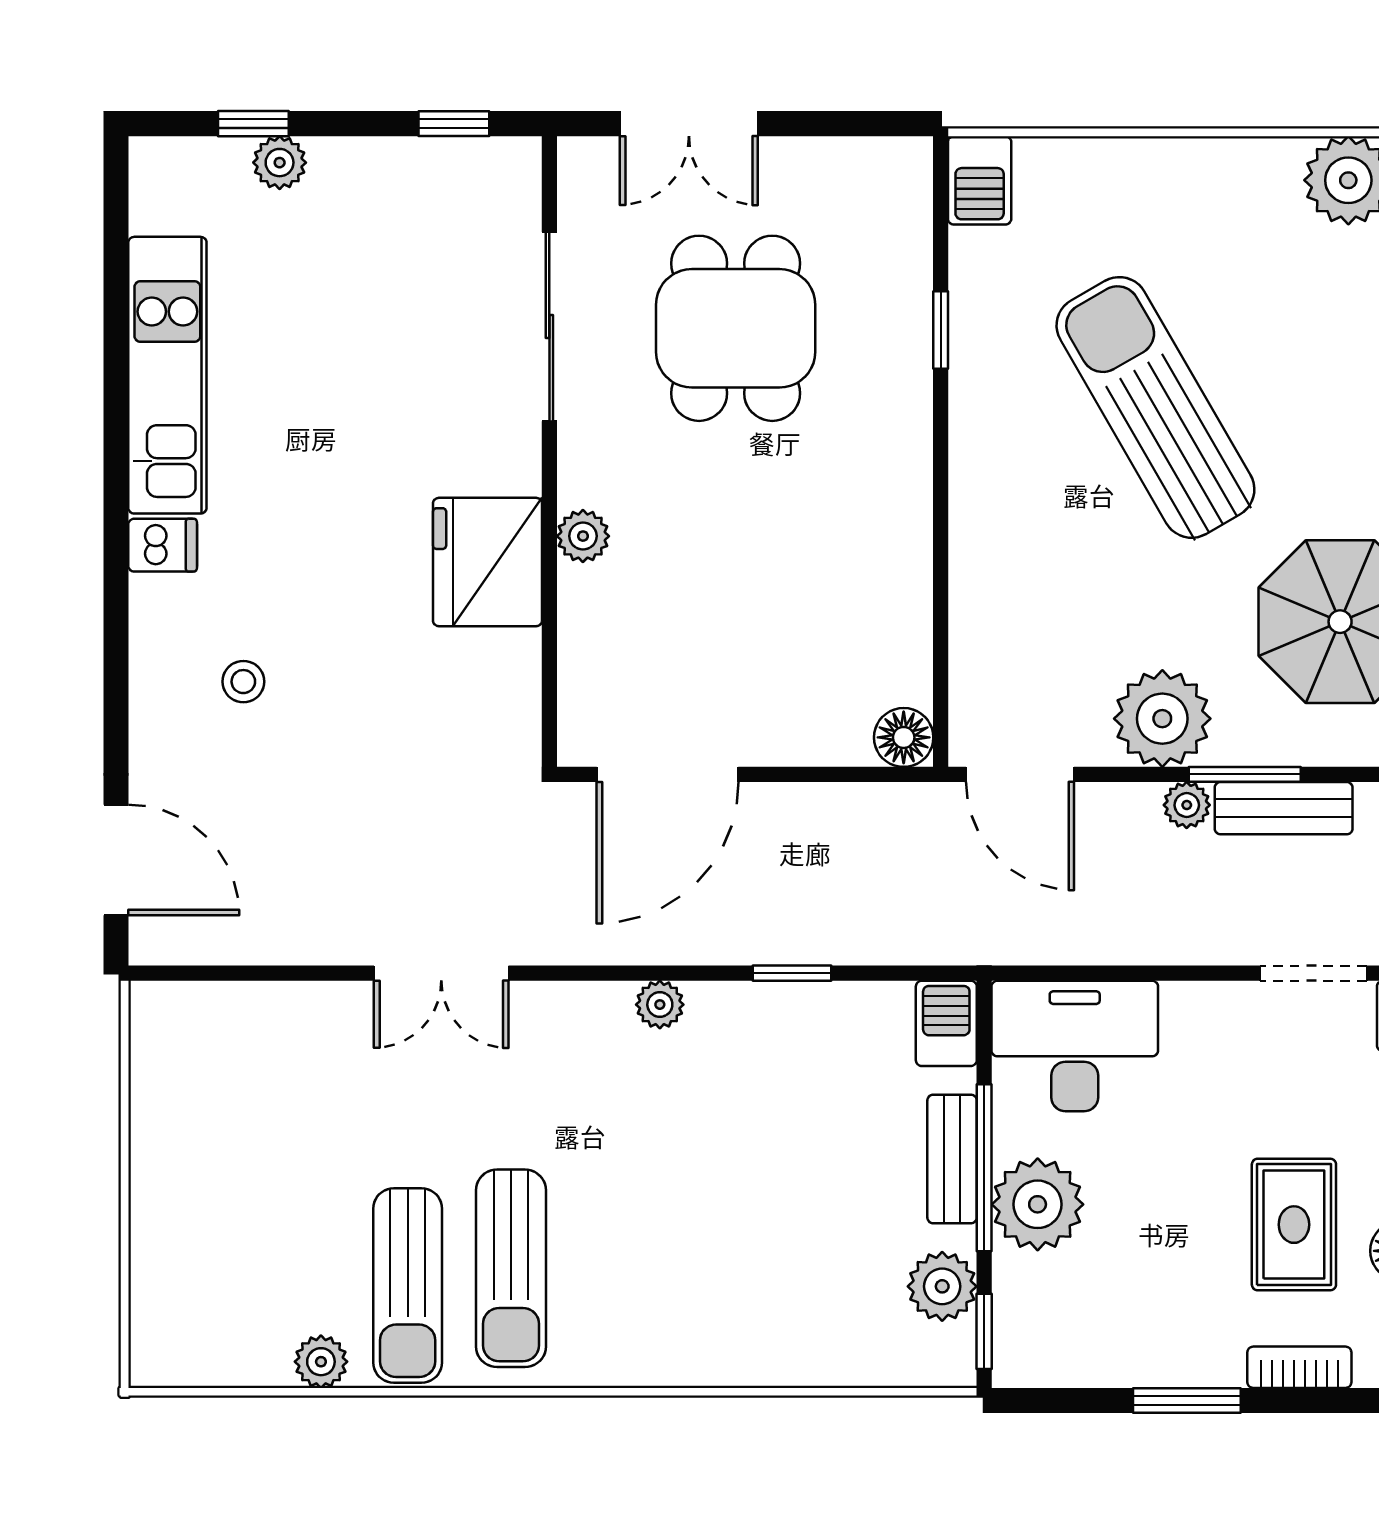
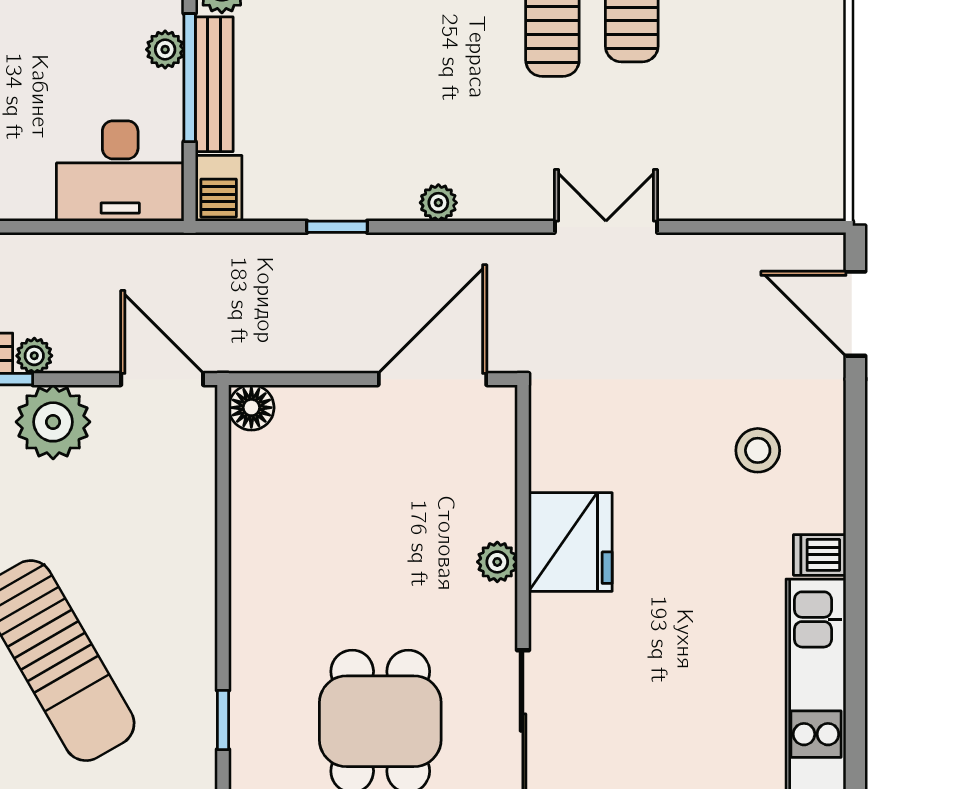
stool: (243, 682) -> (758, 450), width x1.37, depth x1.37
bench: (952, 1159) -> (214, 84), width x1.36
plant: (1038, 1204) -> (165, 49), width x0.53, depth x0.53

